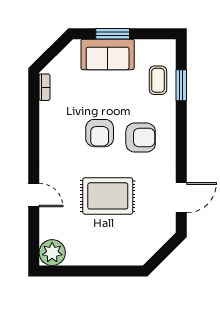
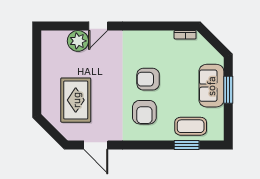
coffee table: (158, 80) -> (191, 126), width x1.36, depth x1.30
rug: (108, 196) -> (76, 100), moved
plant: (52, 253) -> (78, 41), moved

